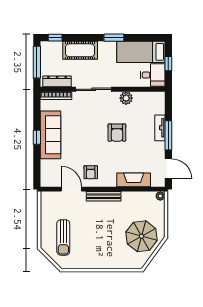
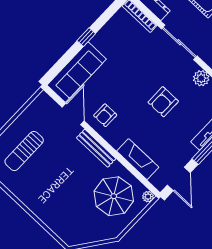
sofa: (50, 135) -> (77, 72), moved
parasol: (142, 236) -> (114, 196), moved

